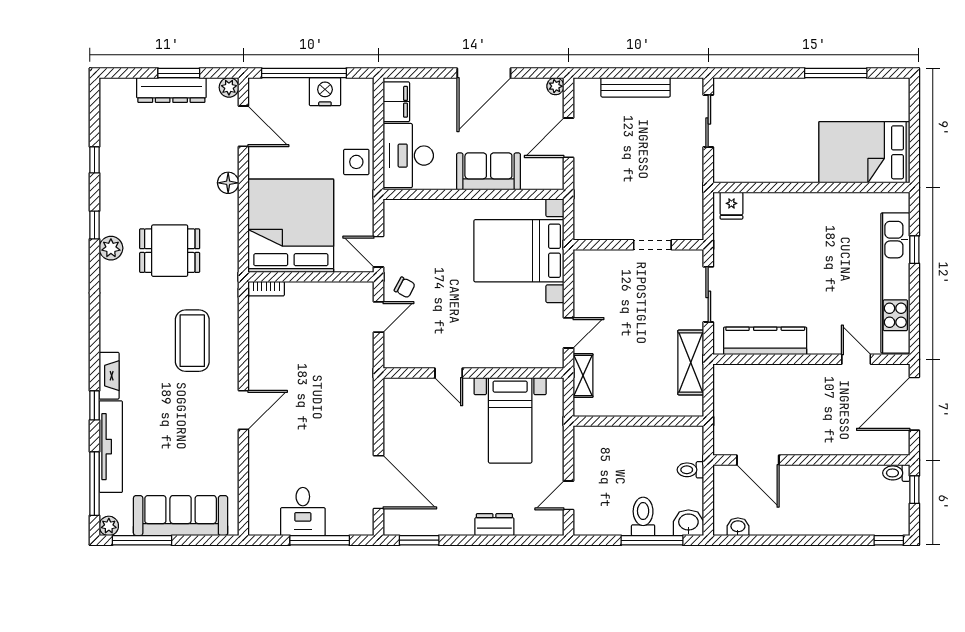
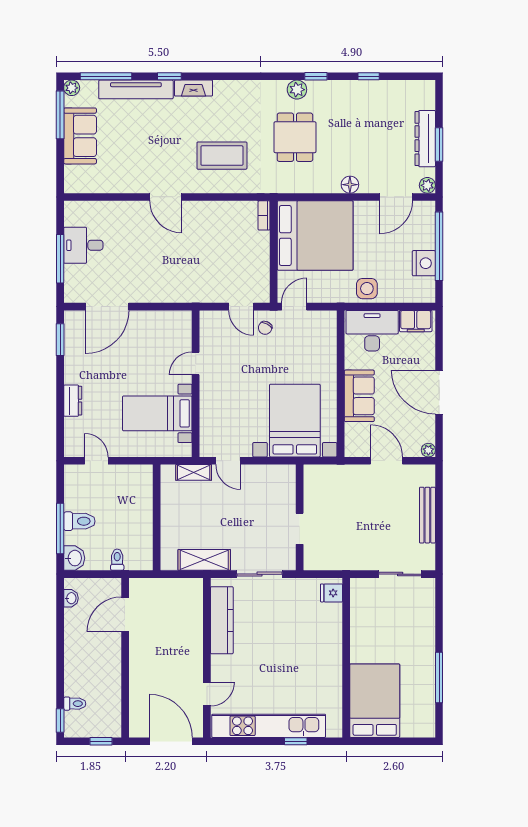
toilet: (896, 473) -> (75, 704), moved, turned 90
sofa: (181, 516) -> (80, 136), width x0.73

